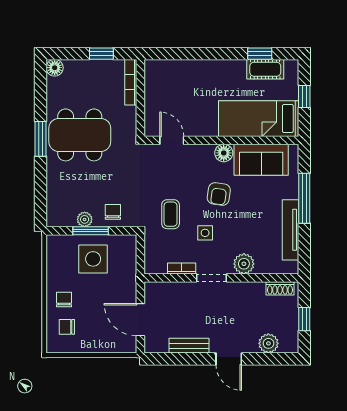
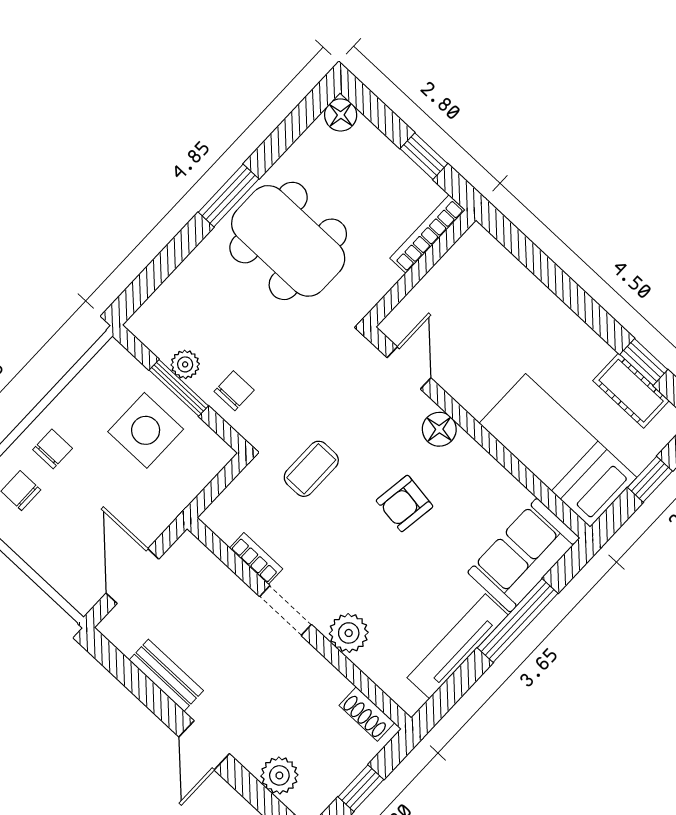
floor lamp: (224, 153) -> (439, 429), moved
sofa: (261, 160) -> (524, 555), moved, turned 90
side table: (205, 233) -> (335, 540), removed

